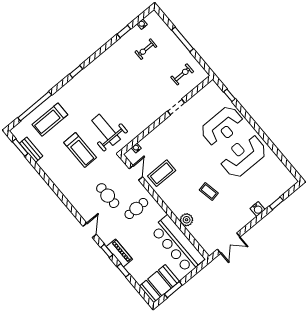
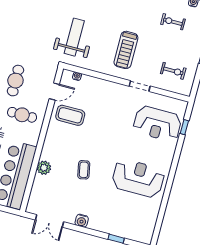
reception desk: (222, 126) -> (157, 124), moved
treadmill: (80, 150) -> (126, 50), moved
water cooler: (258, 209) -> (82, 221), moved

